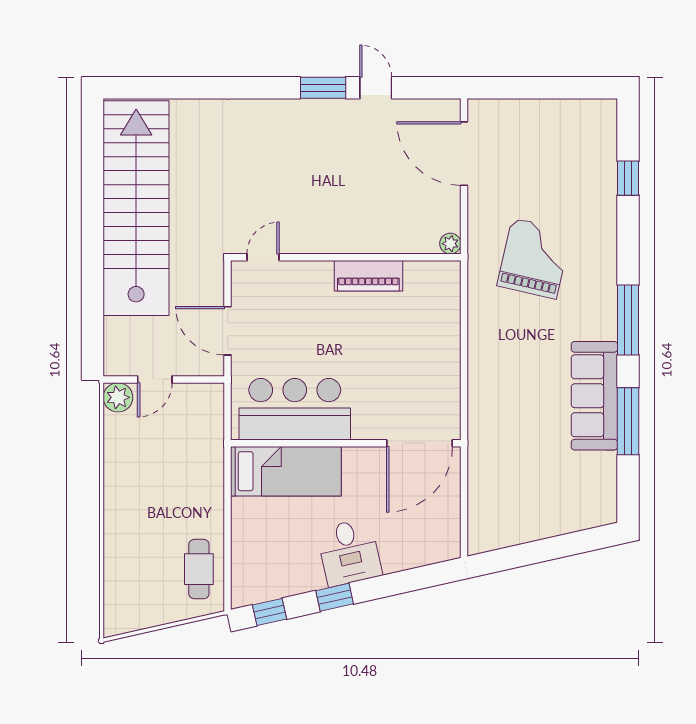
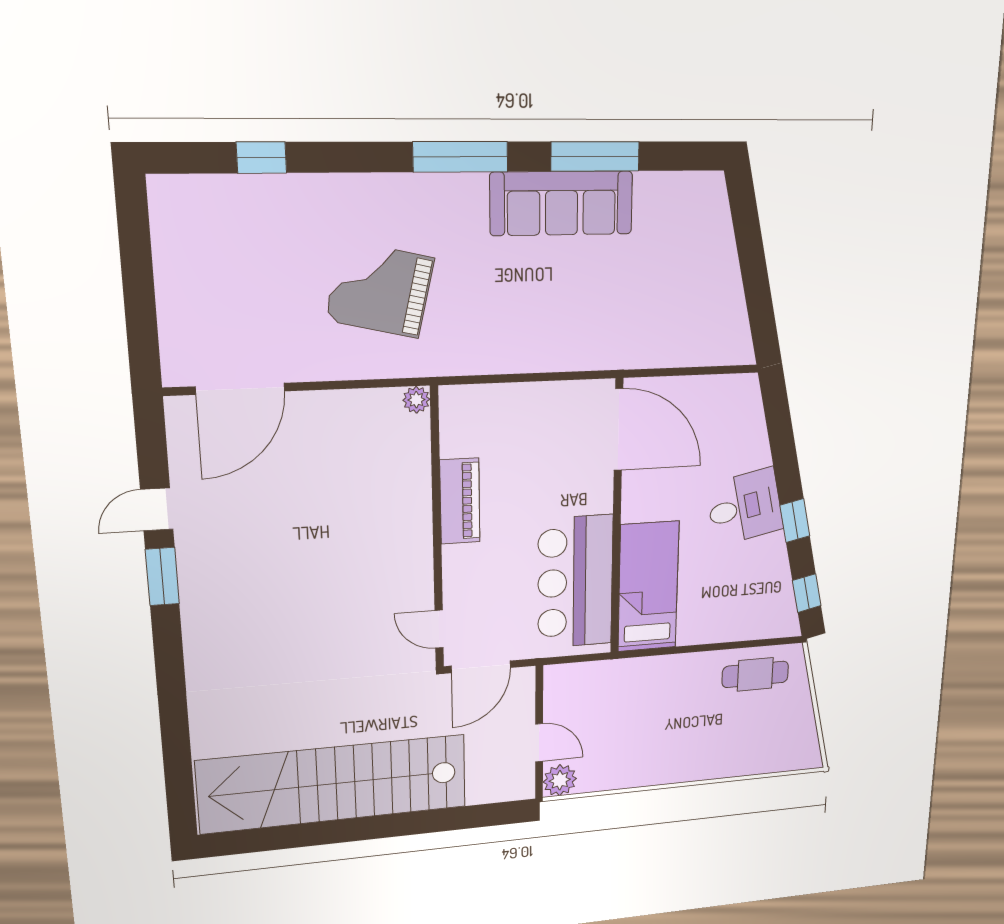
plant: (450, 244) -> (416, 400), moved
door: (263, 257) -> (439, 629), moved
wall: (346, 257) -> (437, 530), moved
piano: (368, 276) -> (460, 501), moved

